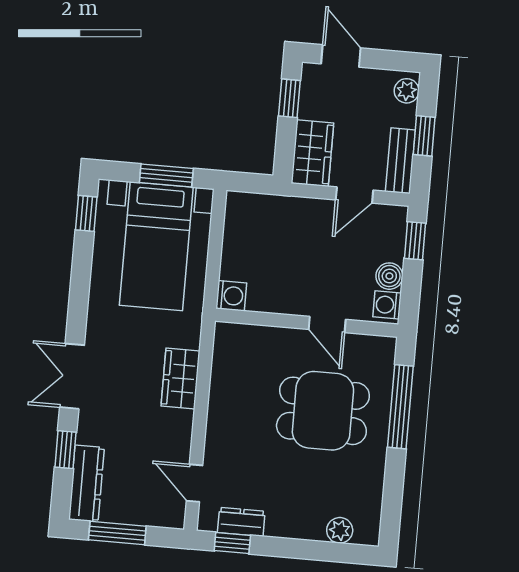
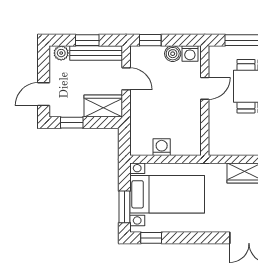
bench: (400, 161) -> (96, 53), width x1.36
window: (166, 175) -> (124, 207), moved
washing machine: (231, 296) -> (162, 147), moved

